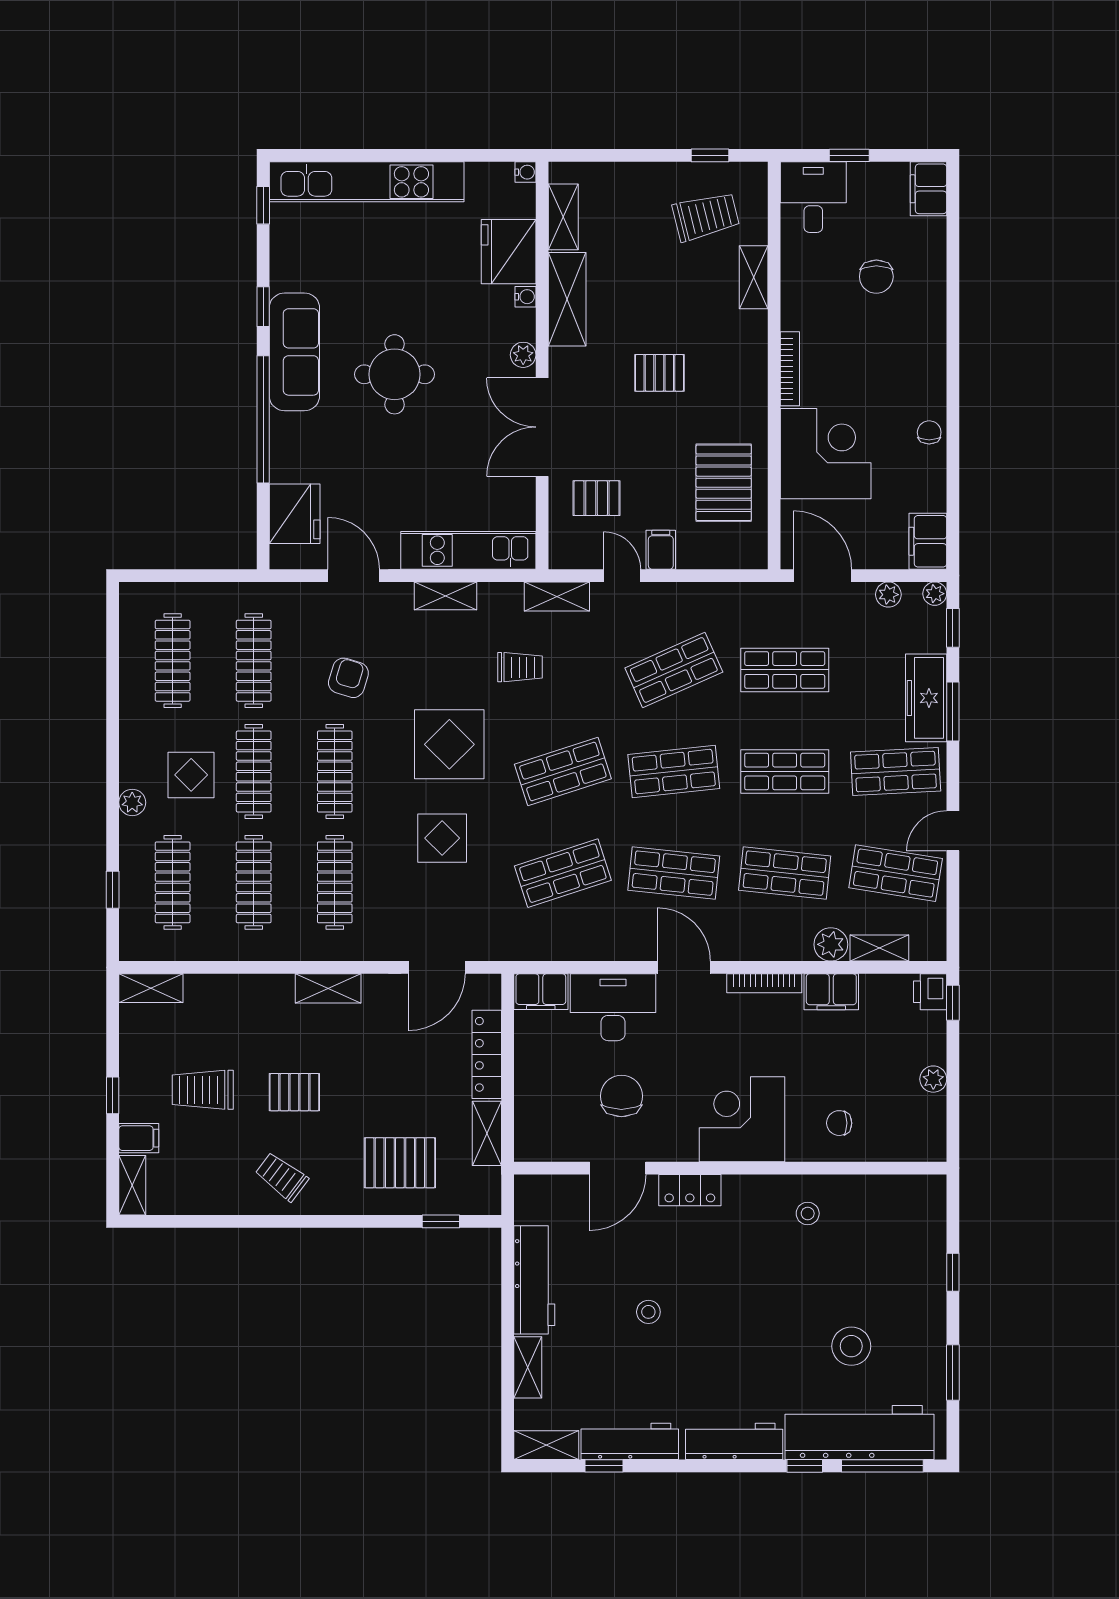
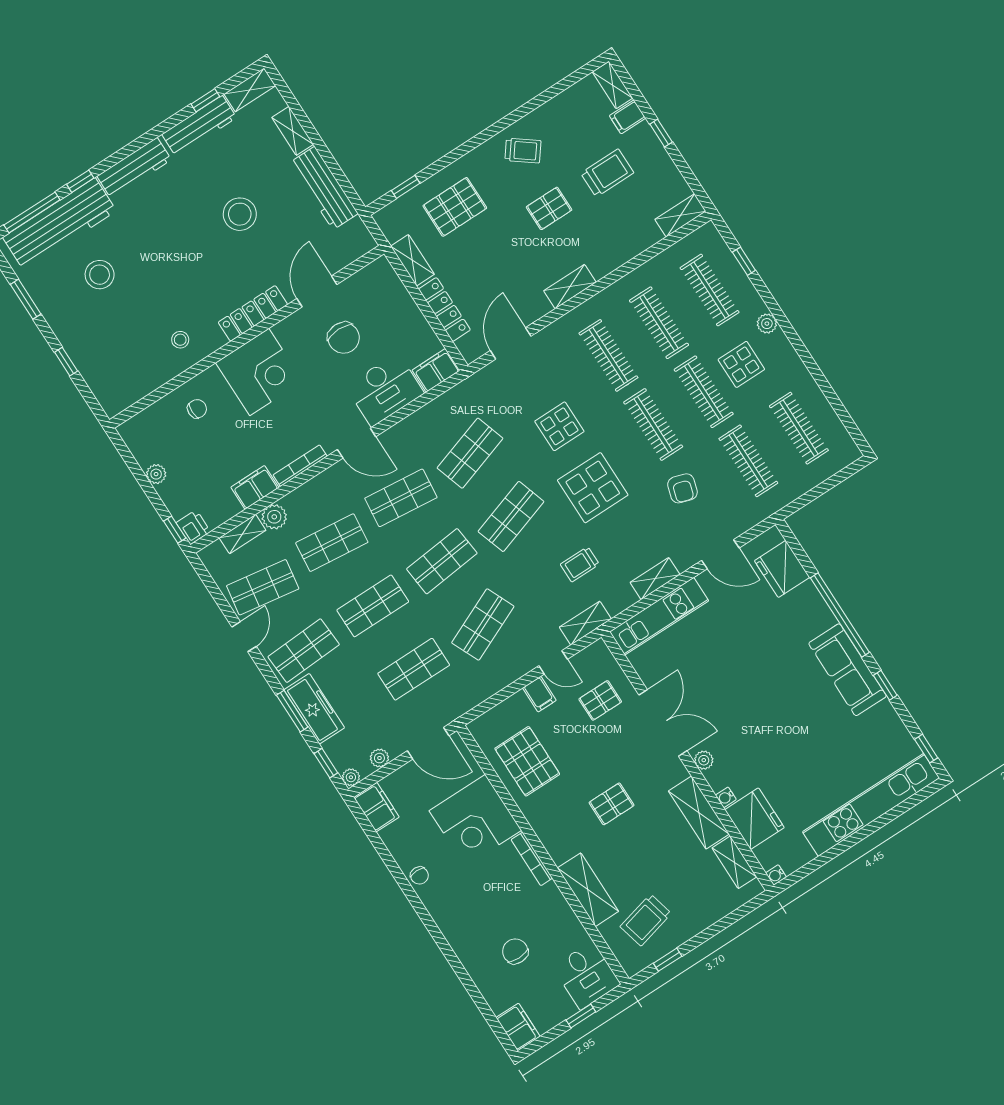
shelving: (754, 277) -> (588, 890), width x1.50, depth x1.33
round table: (395, 374) -> (776, 696), removed
locker: (690, 1190) -> (253, 313), width x1.53
stool: (648, 1312) -> (240, 214), width x1.89, depth x1.89

